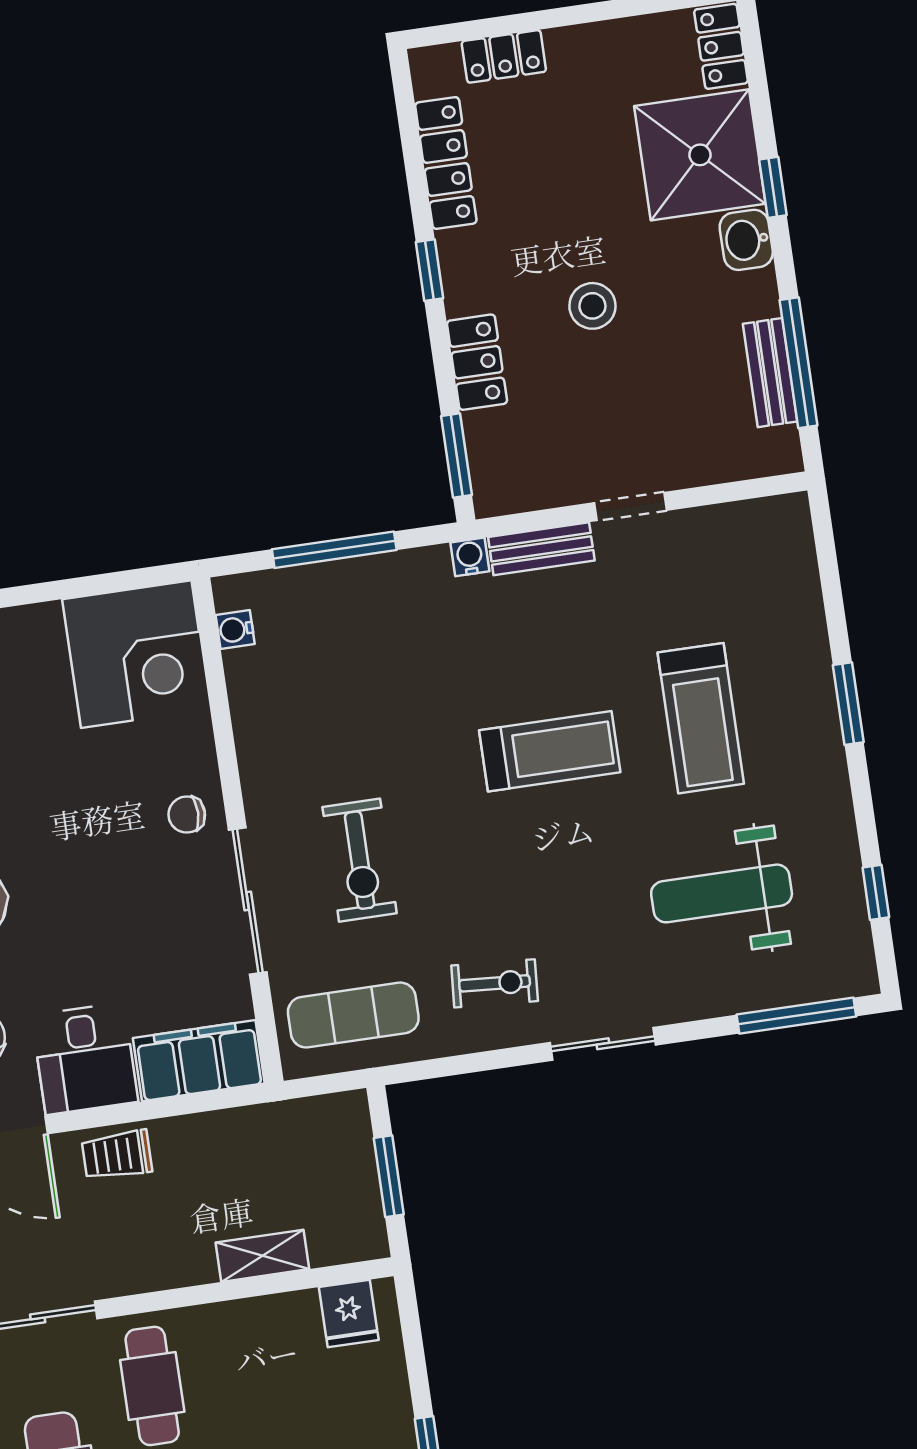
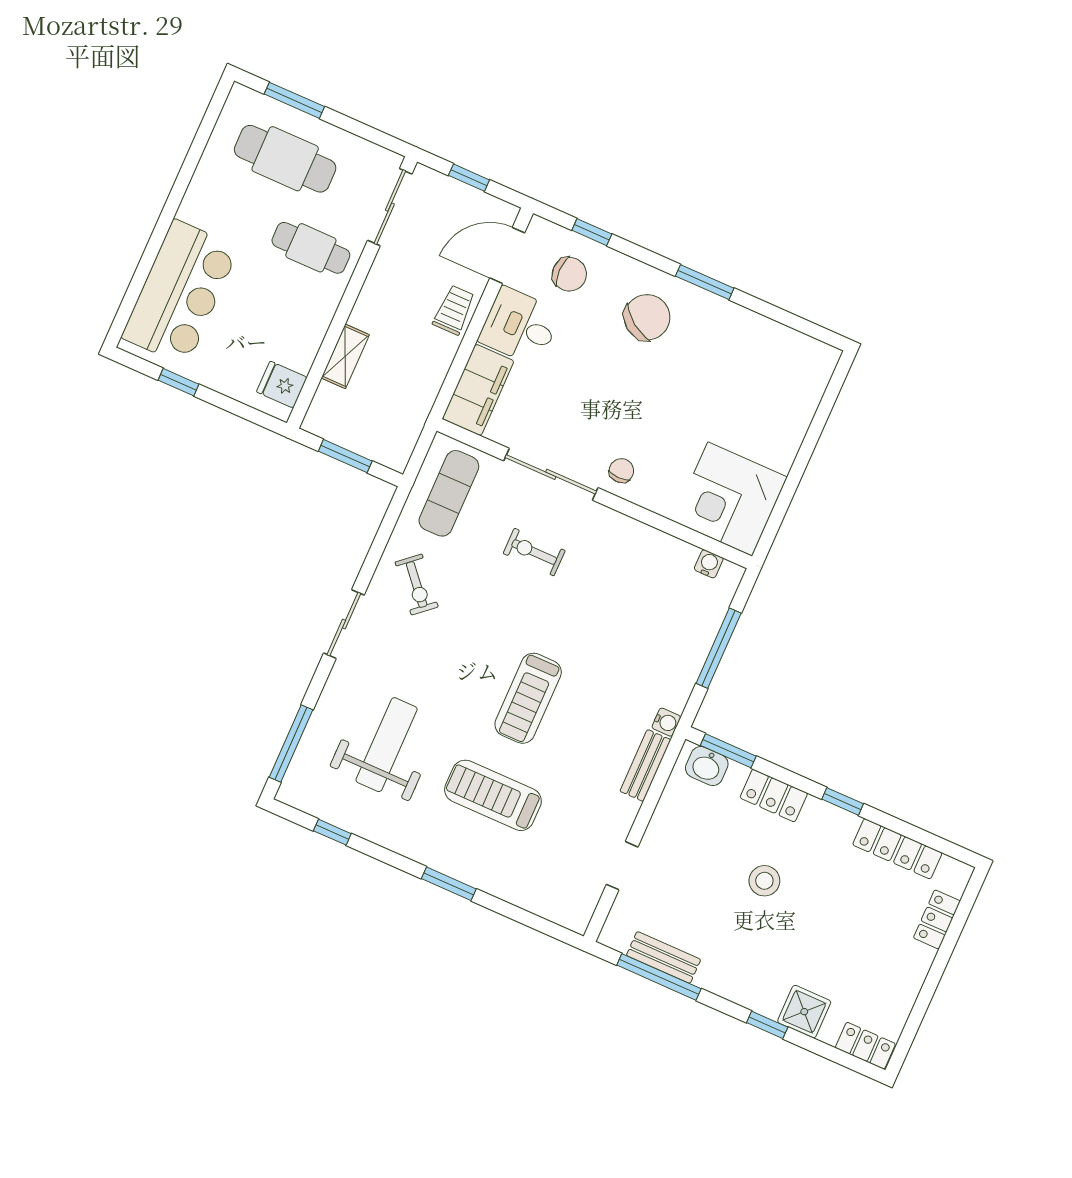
shower: (700, 155) -> (804, 1012), width x0.54, depth x0.54
washbasin: (746, 240) -> (707, 766), moved, turned 180
doorway: (630, 507) -> (622, 866), moved
exercise bike: (360, 860) -> (534, 552), width x0.73, depth x0.72
exercise bike: (495, 983) -> (417, 584), turned -45

